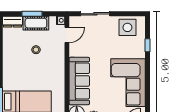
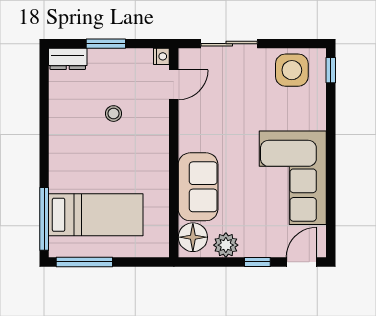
cot: (36, 23) -> (113, 62), removed
window: (147, 45) -> (331, 70), moved
sofa: (79, 81) -> (198, 187), width x0.73

